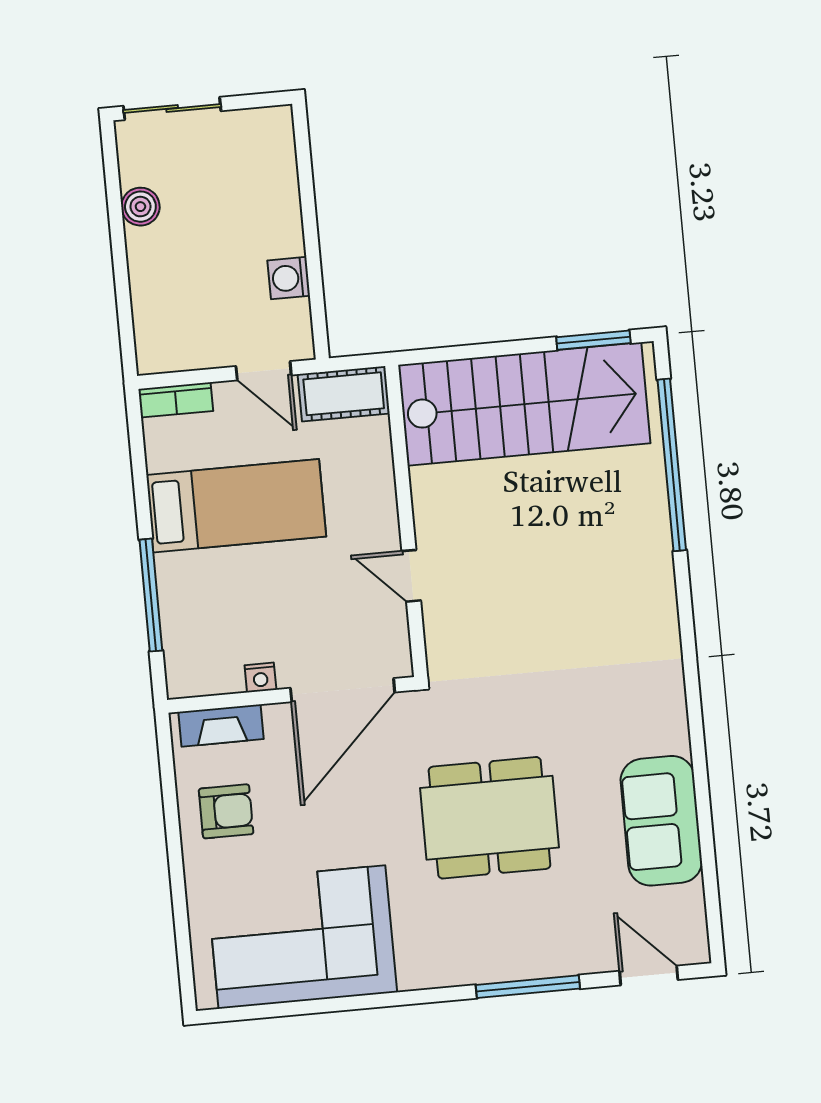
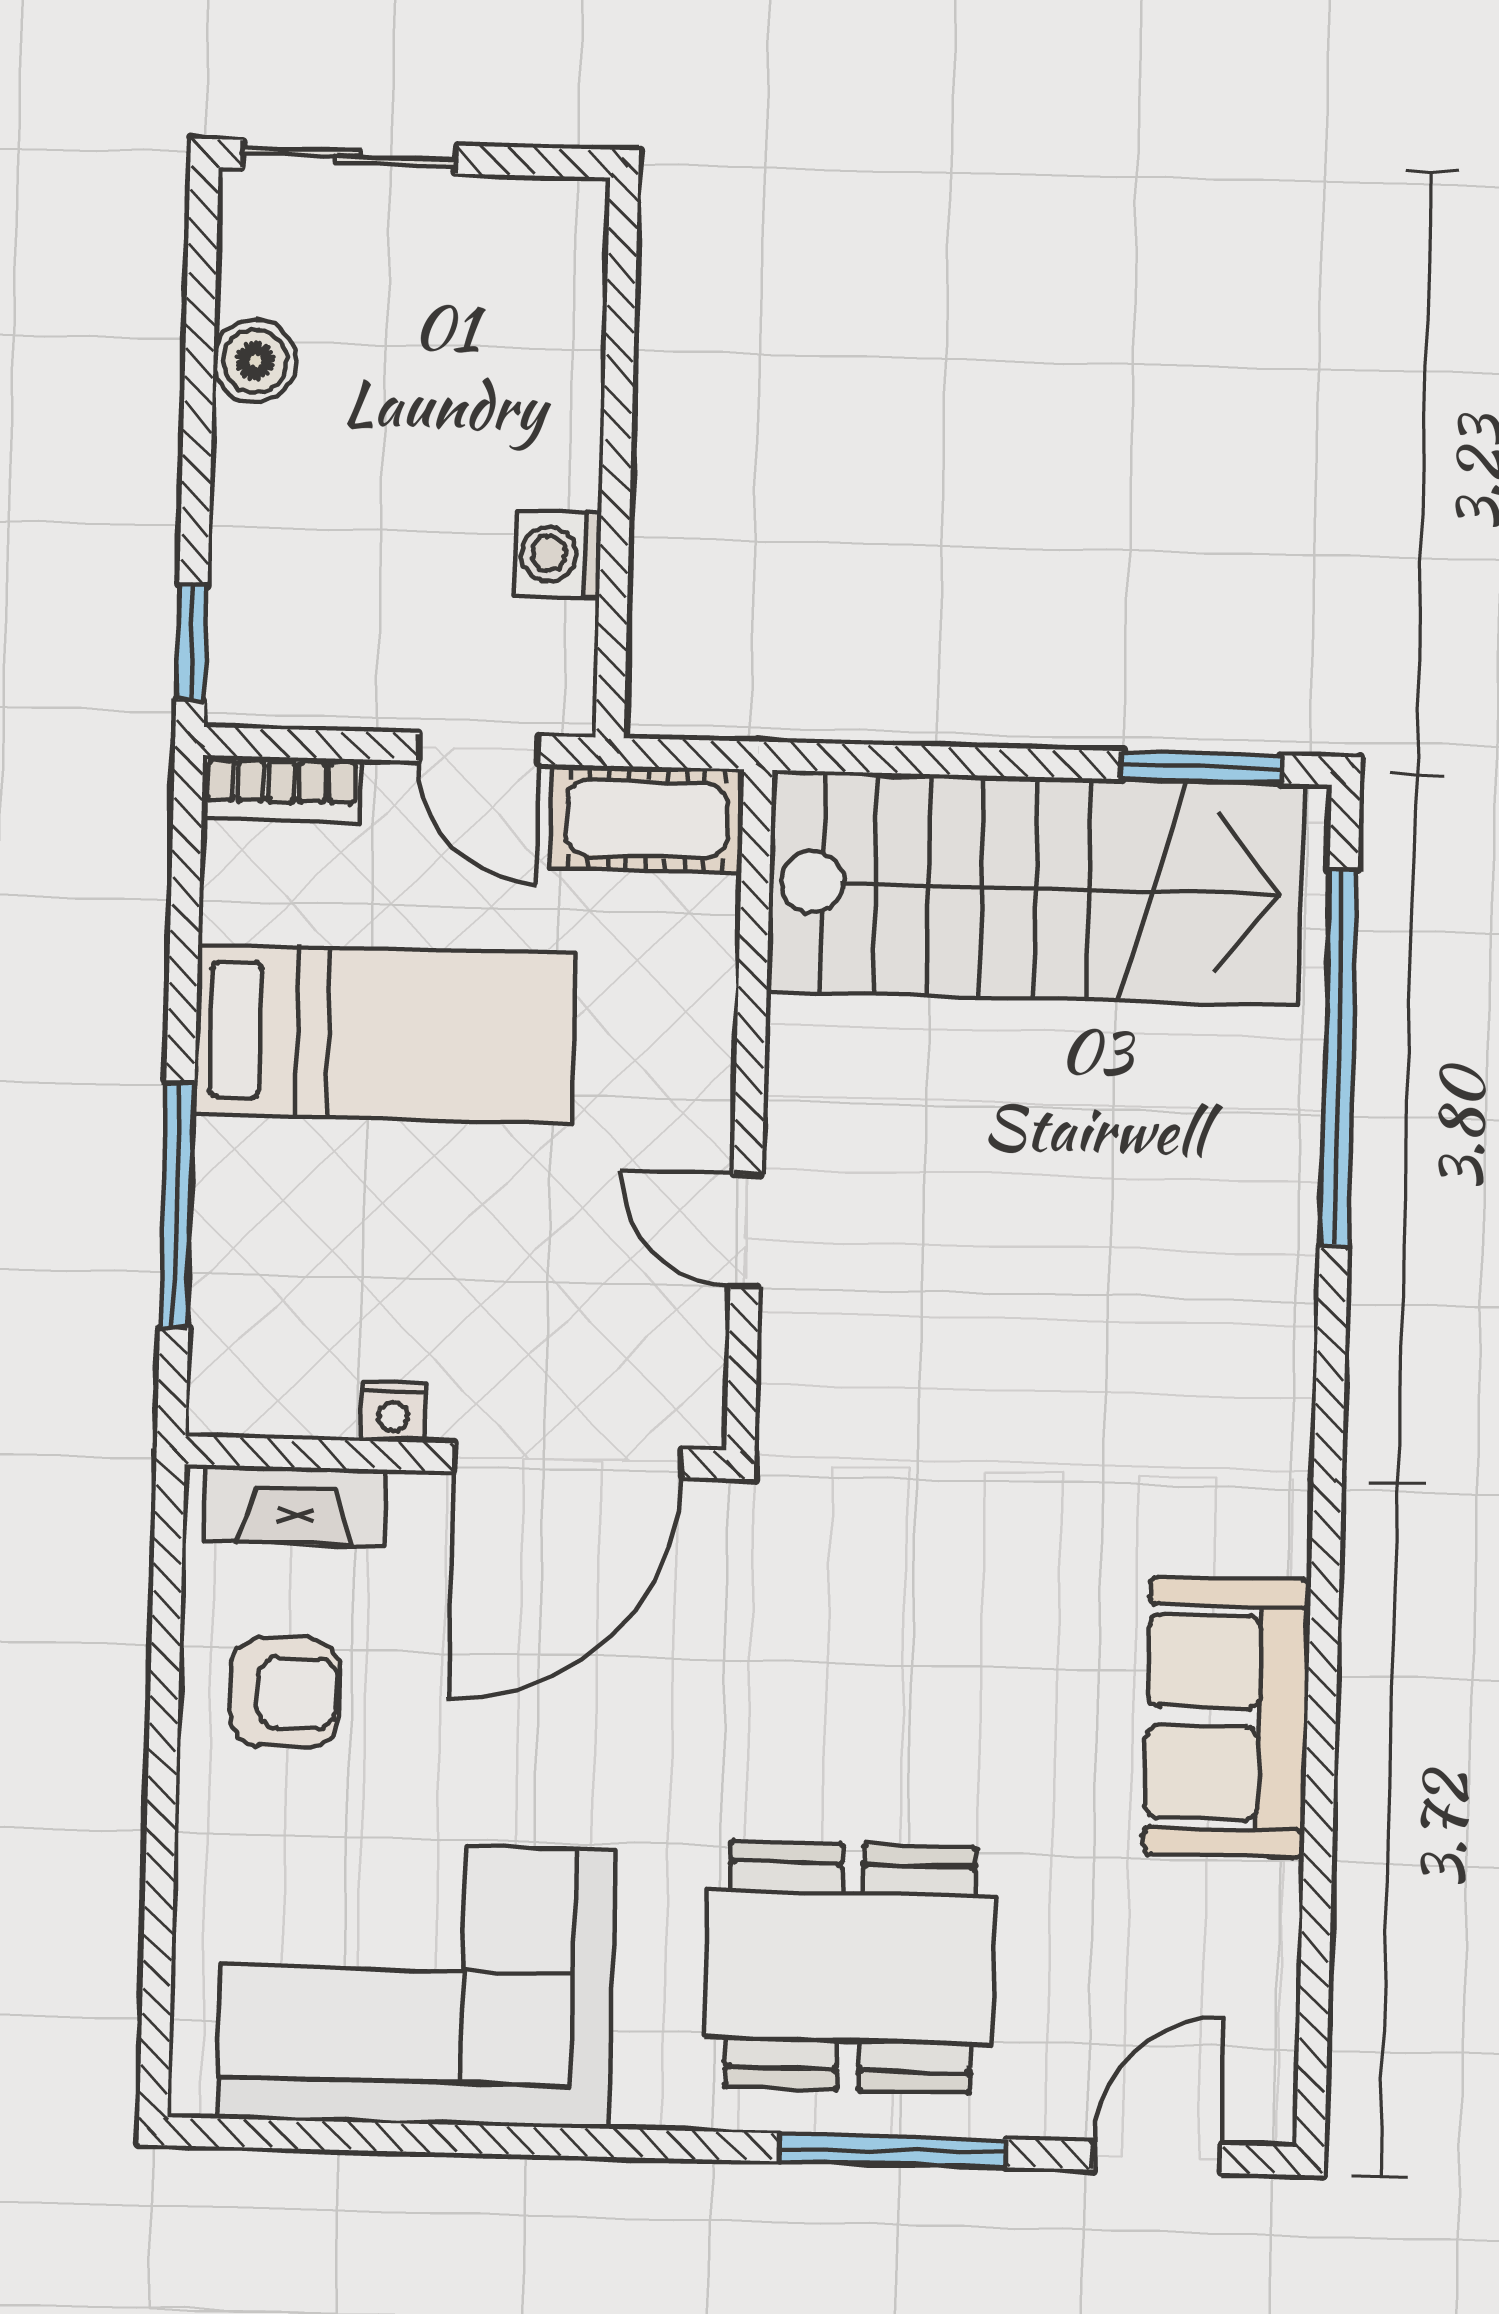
window: (127, 338) -> (192, 642), added
dining table: (489, 818) -> (850, 1967), moved
sofa: (661, 821) -> (1227, 1717), moved
door: (649, 975) -> (1157, 2157), hinge flipped

